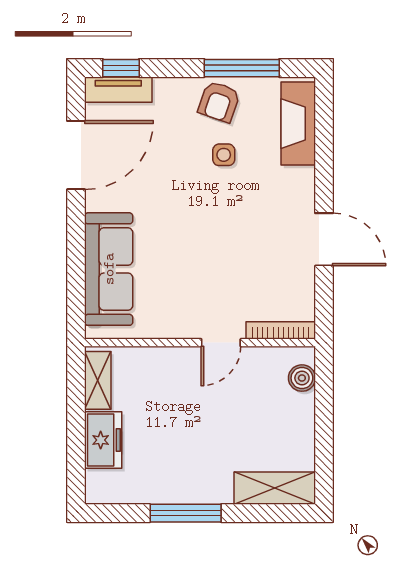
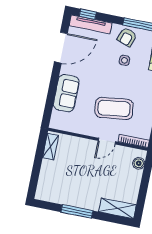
tv unit: (118, 90) -> (91, 24), width x1.41
coffee table: (222, 267) -> (114, 108), added
sofa: (109, 269) -> (66, 93), width x0.73
freezer: (103, 440) -> (48, 173), removed

